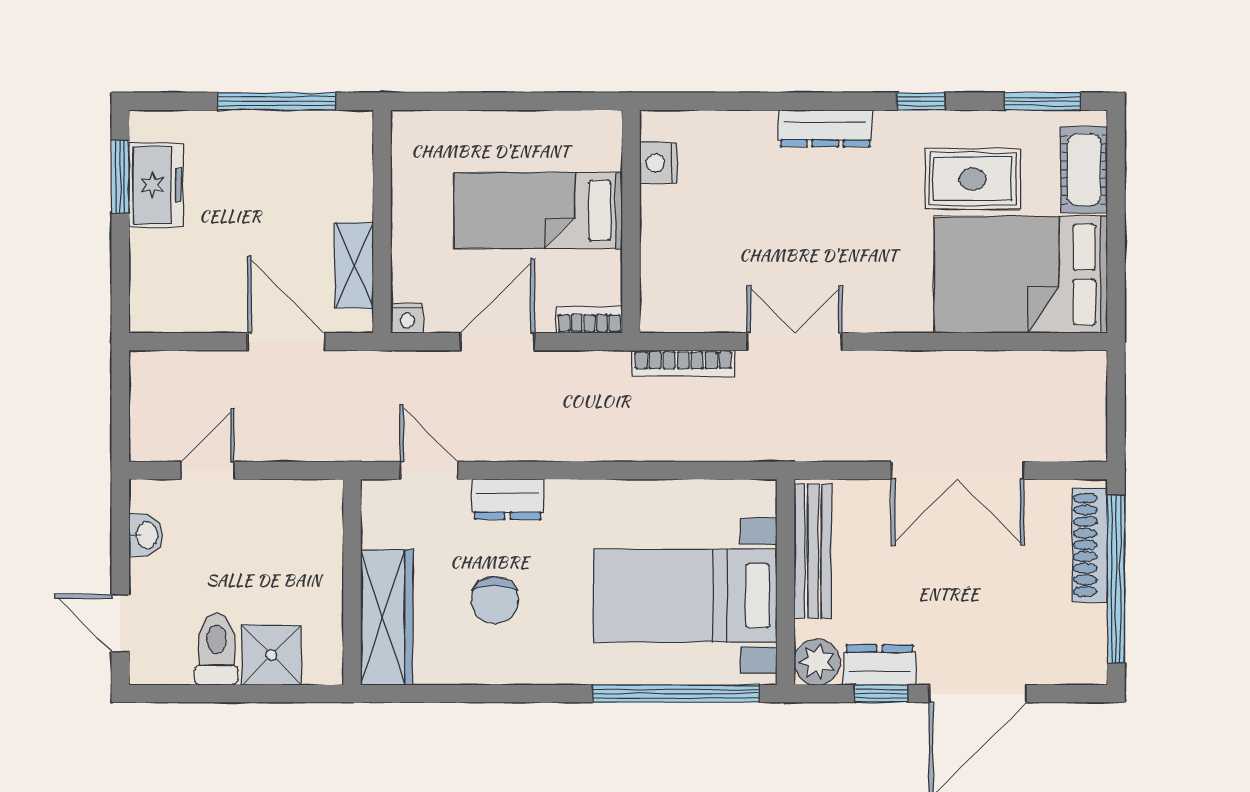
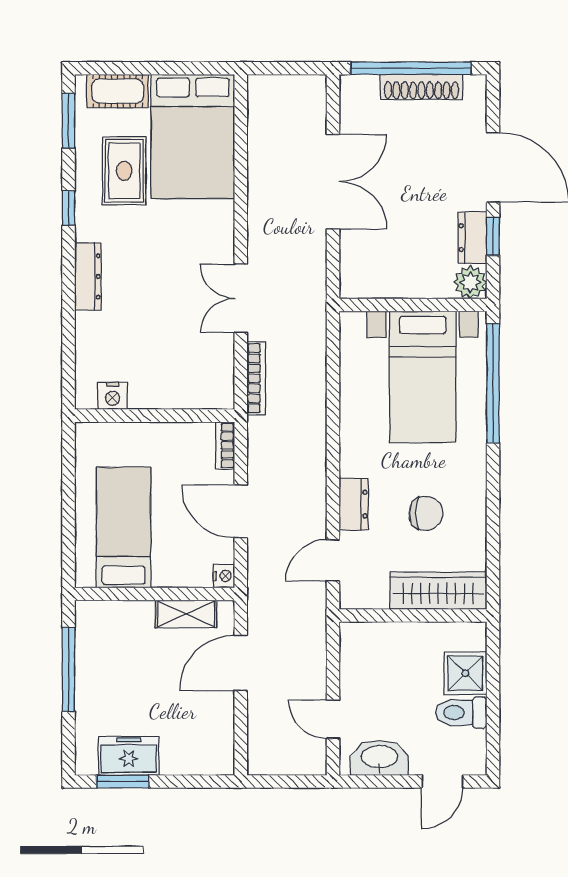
bed: (538, 211) -> (124, 528), moved, turned 180
washbasin: (146, 535) -> (379, 758), width x1.91, depth x1.45
shoe rack: (1090, 545) -> (421, 87), moved
bench: (813, 551) -> (391, 285), removed

